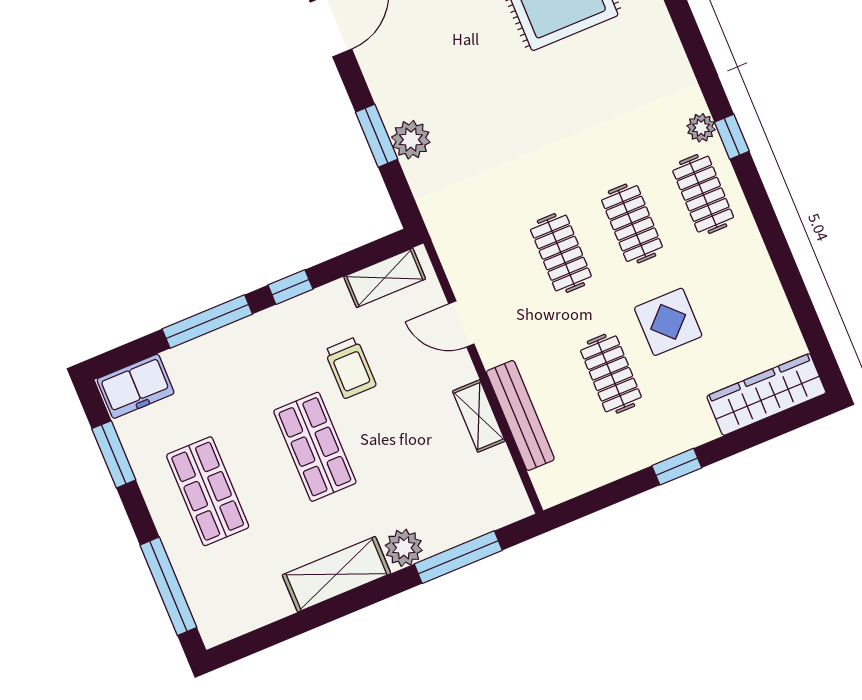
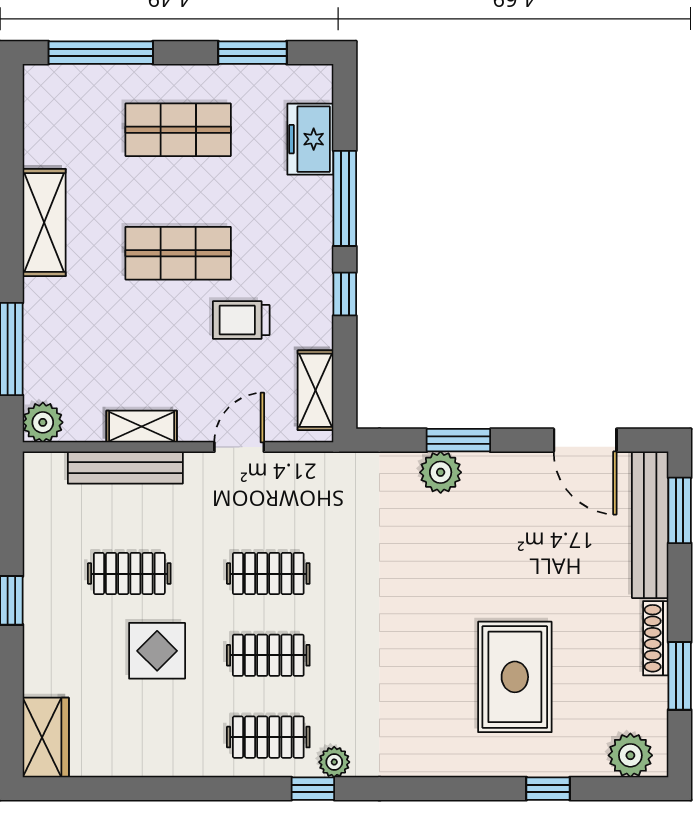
freezer: (136, 386) -> (310, 139), moved
wardrobe: (766, 395) -> (46, 738), width x0.67
plant: (404, 548) -> (43, 422), moved

